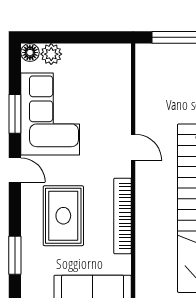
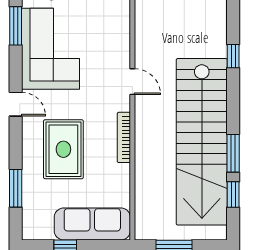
window: (15, 114) -> (16, 26), moved
bookcase: (122, 216) -> (124, 137), width x0.68, depth x0.76

